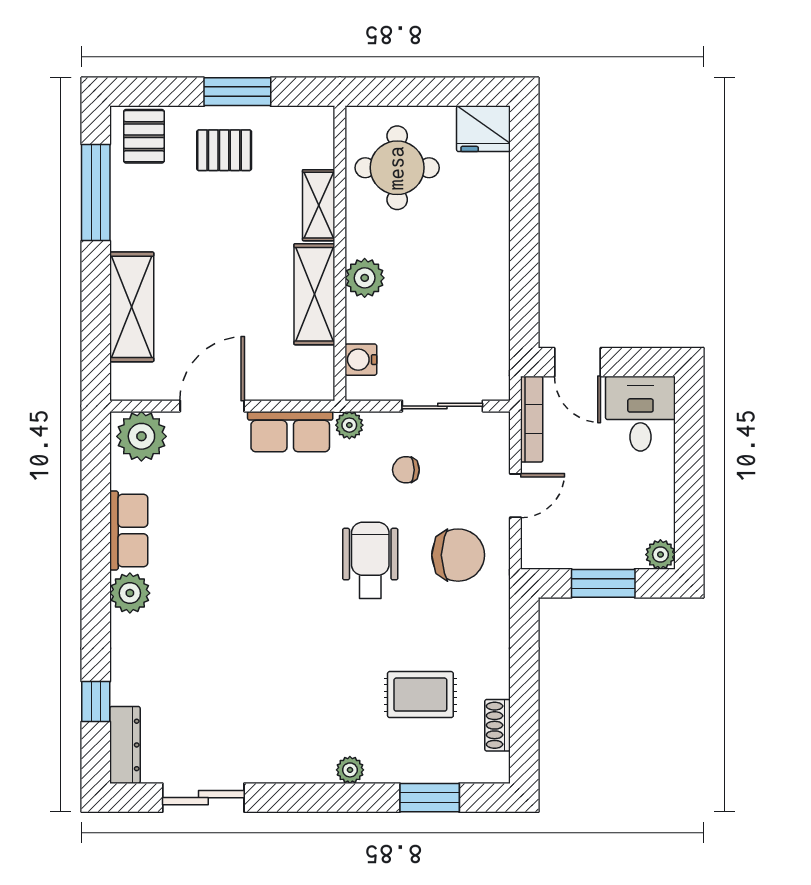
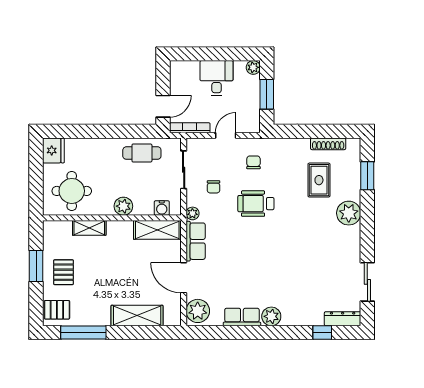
shelving: (314, 294) -> (157, 230), moved
cafe table: (478, 317) -> (142, 153), added
desk: (640, 414) -> (217, 78), moved, turned 90
door: (515, 496) -> (226, 135), hinge flipped
chair: (458, 555) -> (253, 162), width x0.54, depth x0.54
shoe rack: (498, 725) -> (328, 144), width x1.43
plant: (350, 770) -> (349, 213), width x1.88, depth x1.88

